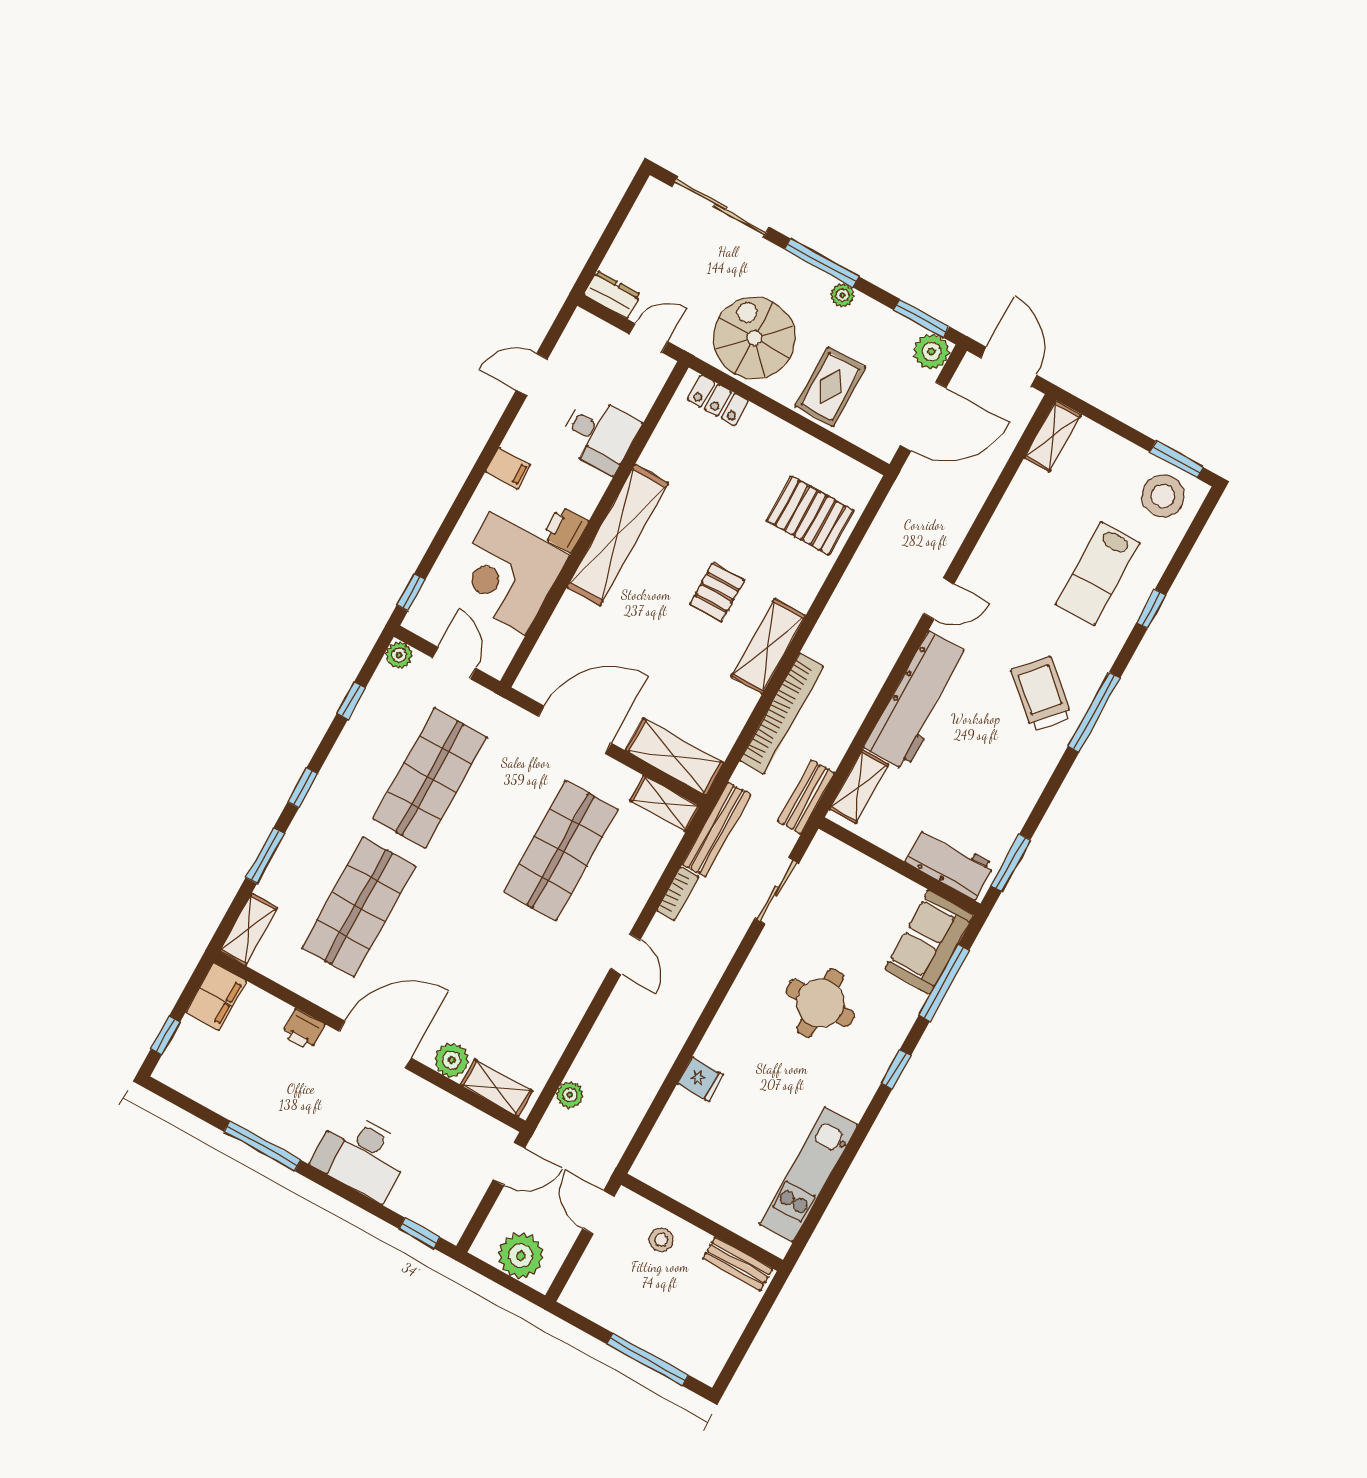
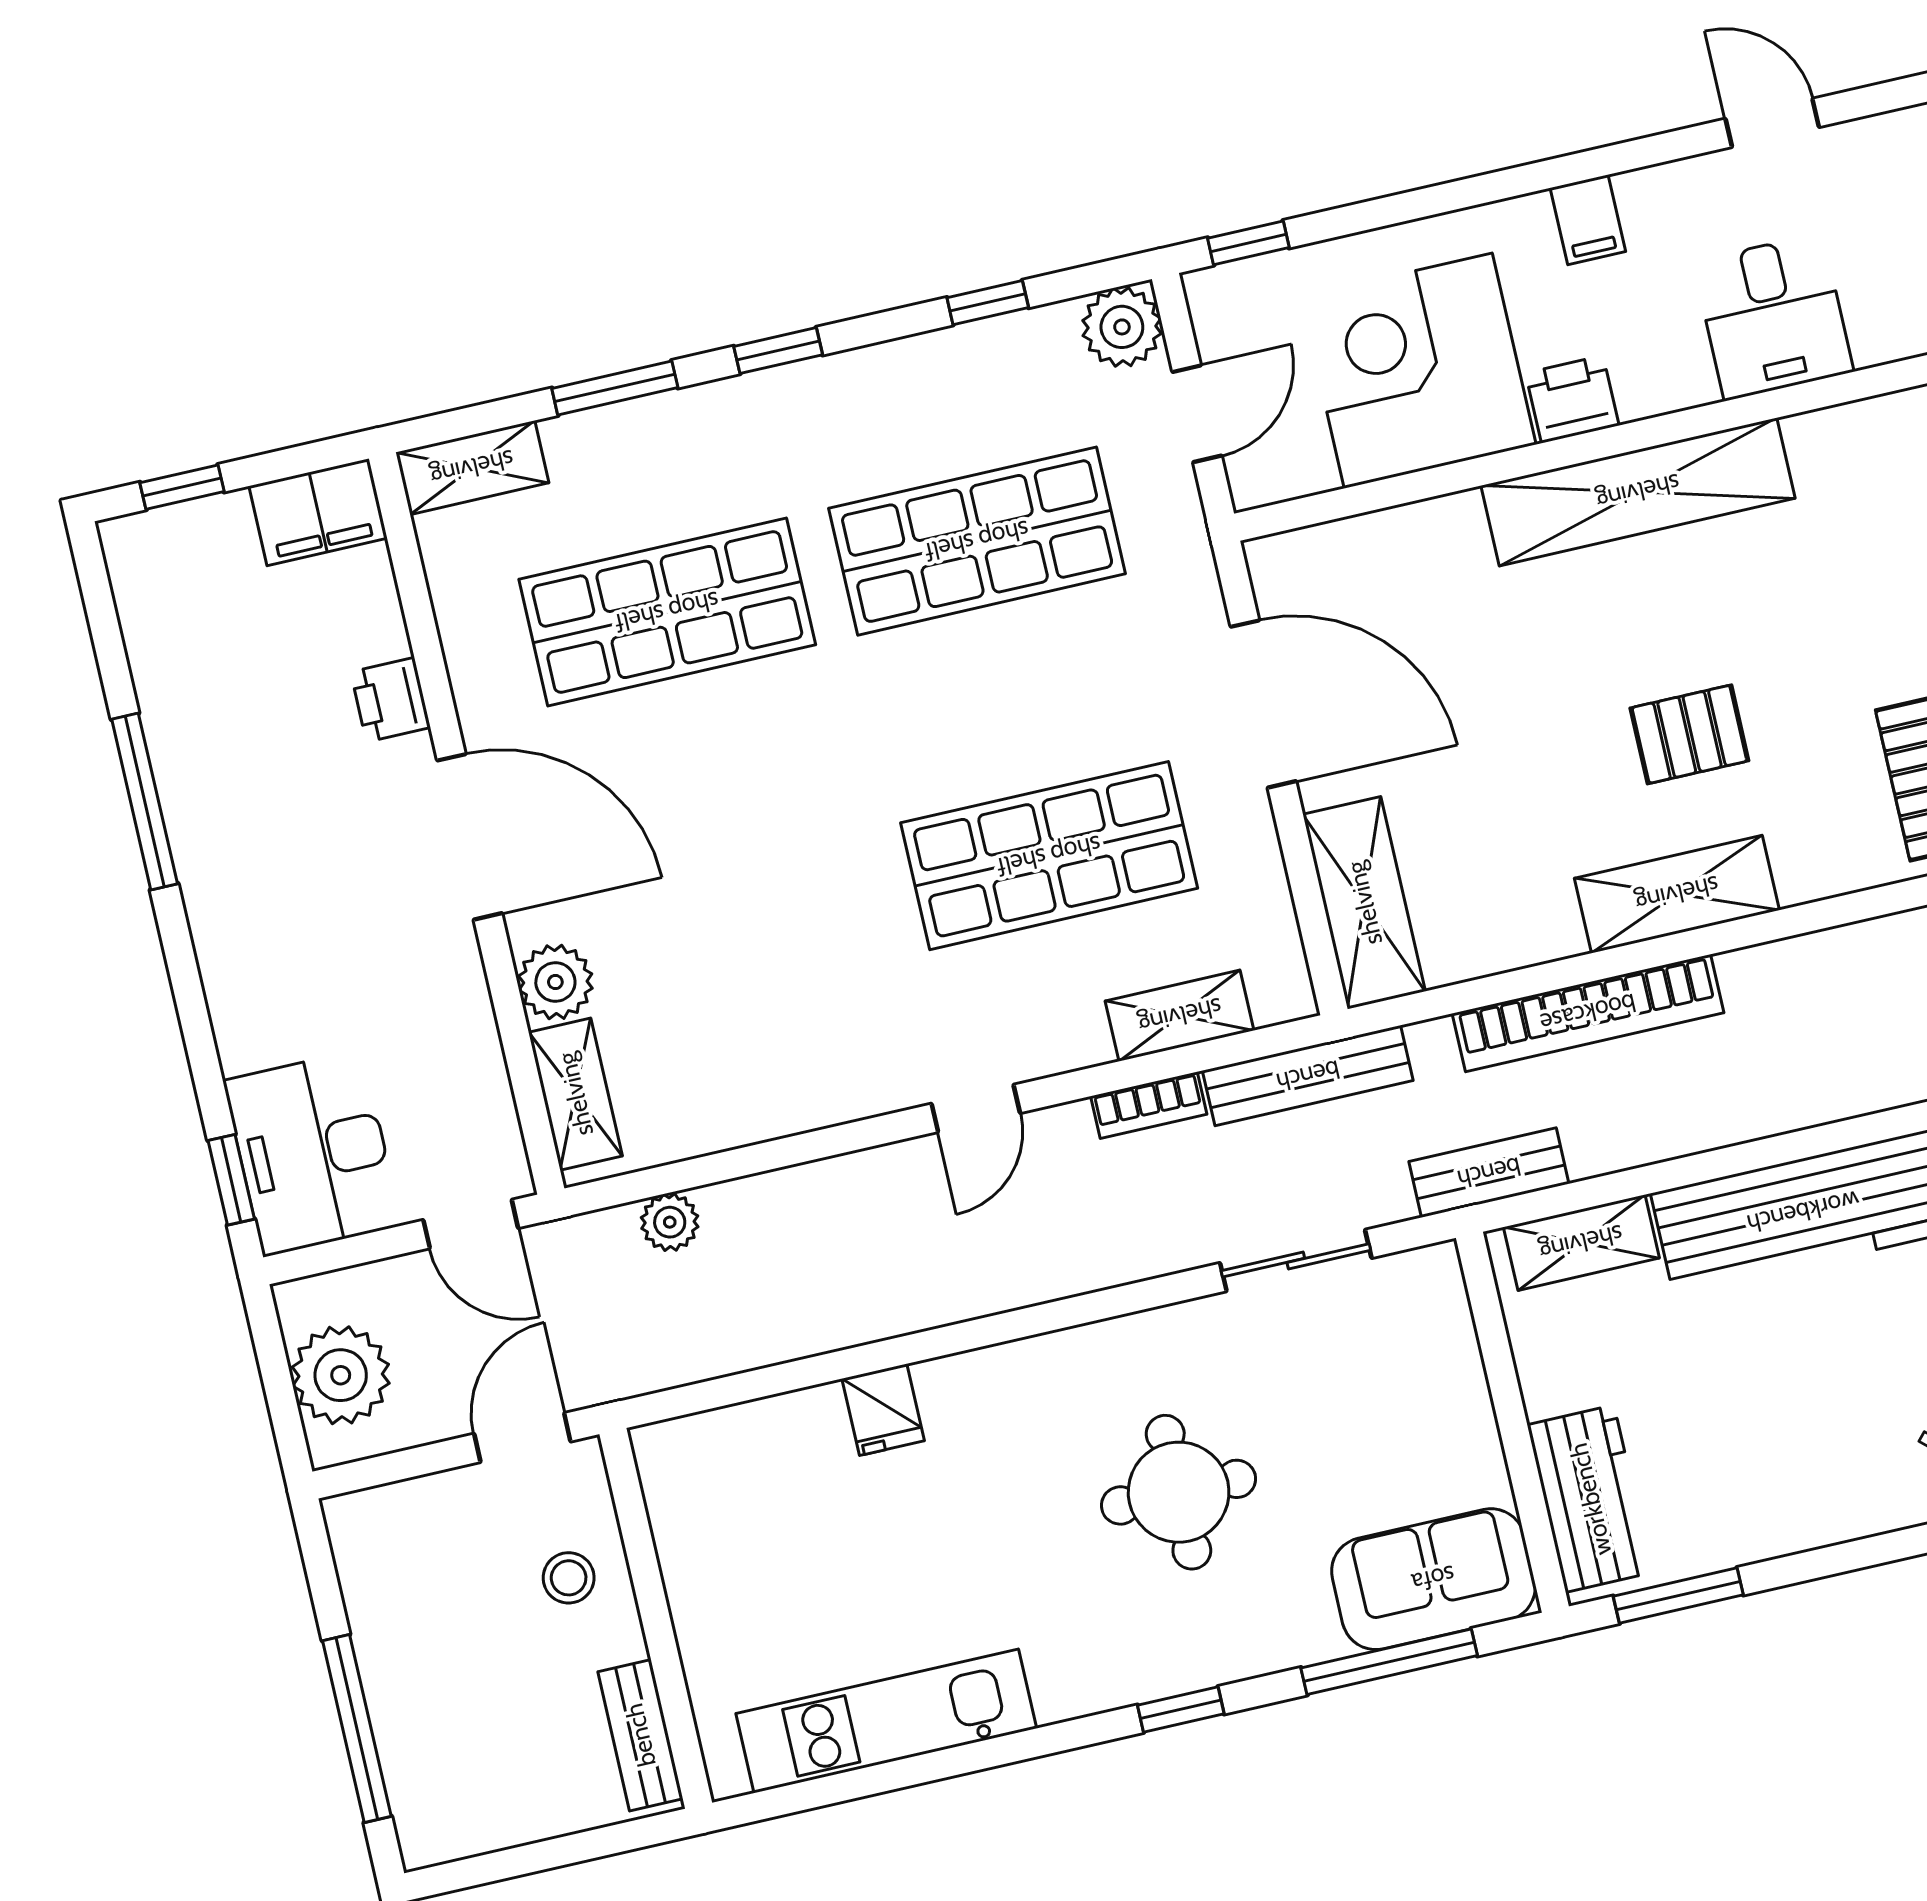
plant: (399, 655) -> (1122, 327), width x1.38, depth x1.38
shelving: (665, 803) -> (1180, 1016), moved, turned 90
desk: (362, 1156) -> (312, 1153), moved

